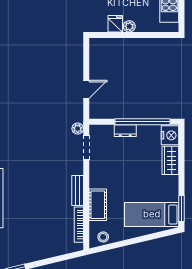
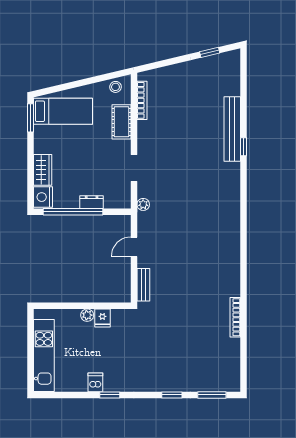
doorway: (86, 148) -> (134, 168), moved
bench: (78, 191) -> (143, 285), moved

